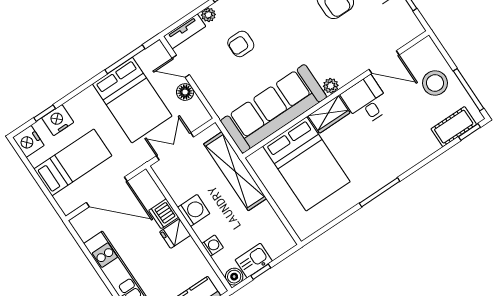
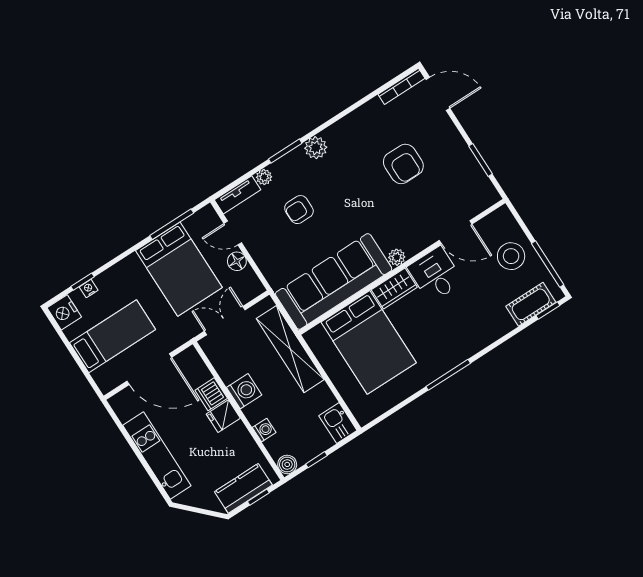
nightstand: (58, 120) -> (89, 289), width x0.53, depth x0.56
kitchen sink: (254, 260) -> (338, 423), moved, turned -90

